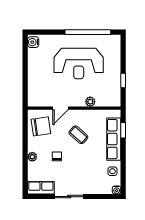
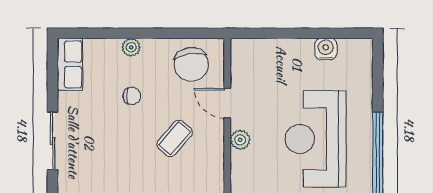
water cooler: (33, 42) -> (326, 49), moved
plant: (90, 102) -> (240, 140), moved
sliding door: (69, 197) -> (53, 141), moved

